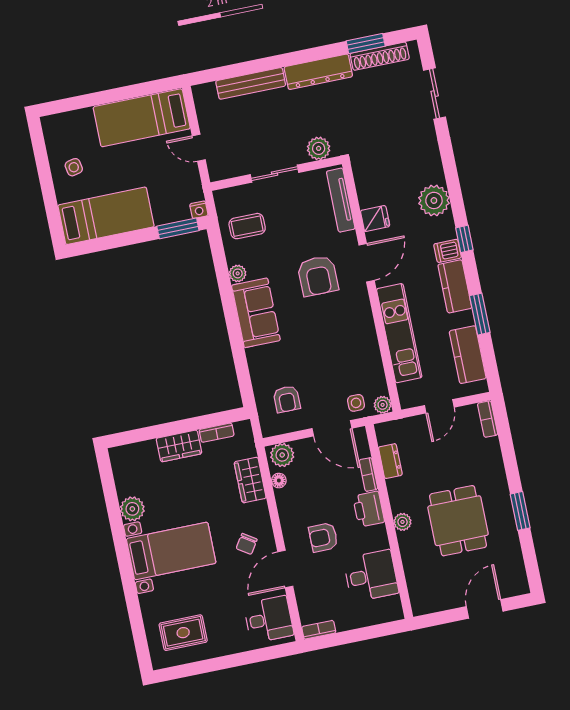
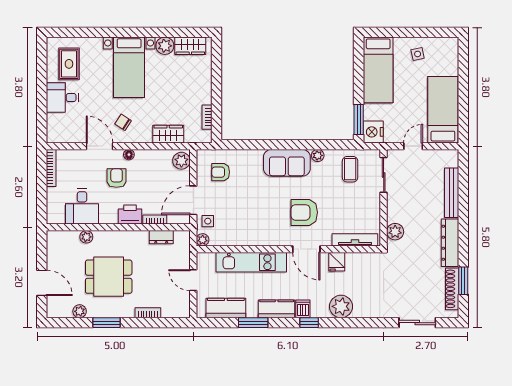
sliding door: (275, 174) -> (384, 175), moved
nightstand: (199, 210) -> (373, 132), width x1.89, depth x1.79
bookcase: (488, 419) -> (148, 313), moved
wardrobe: (179, 446) -> (190, 46), moved, turned -90
floor lamp: (279, 481) -> (129, 155), moved
plant: (402, 522) -> (86, 237), moved
plant: (512, 550) -> (80, 311), added
desk: (269, 619) -> (62, 98), moved, turned 90
bookcase: (319, 630) -> (51, 168), width x1.56

